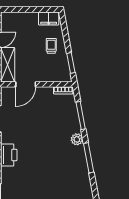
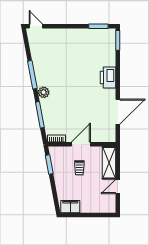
trolley: (51, 46) -> (79, 168), moved
door: (26, 84) -> (81, 144), moved

